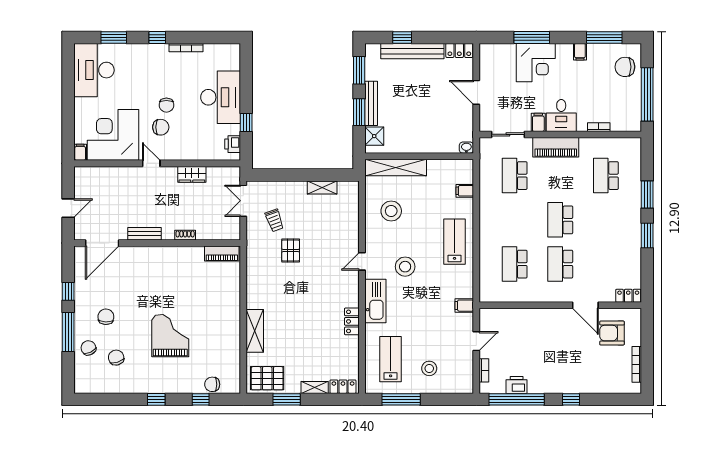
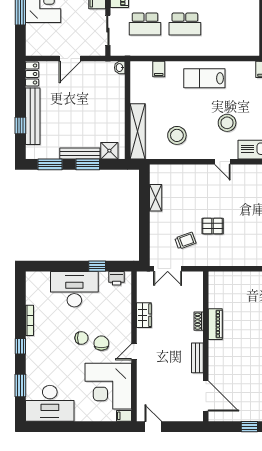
door: (68, 208) -> (153, 427), moved
piano: (222, 254) -> (215, 324), moved
school desk: (515, 264) -> (185, 24), moved

